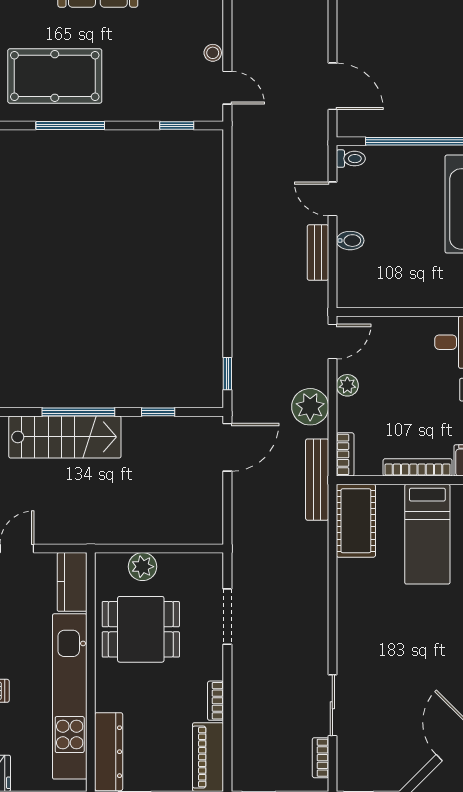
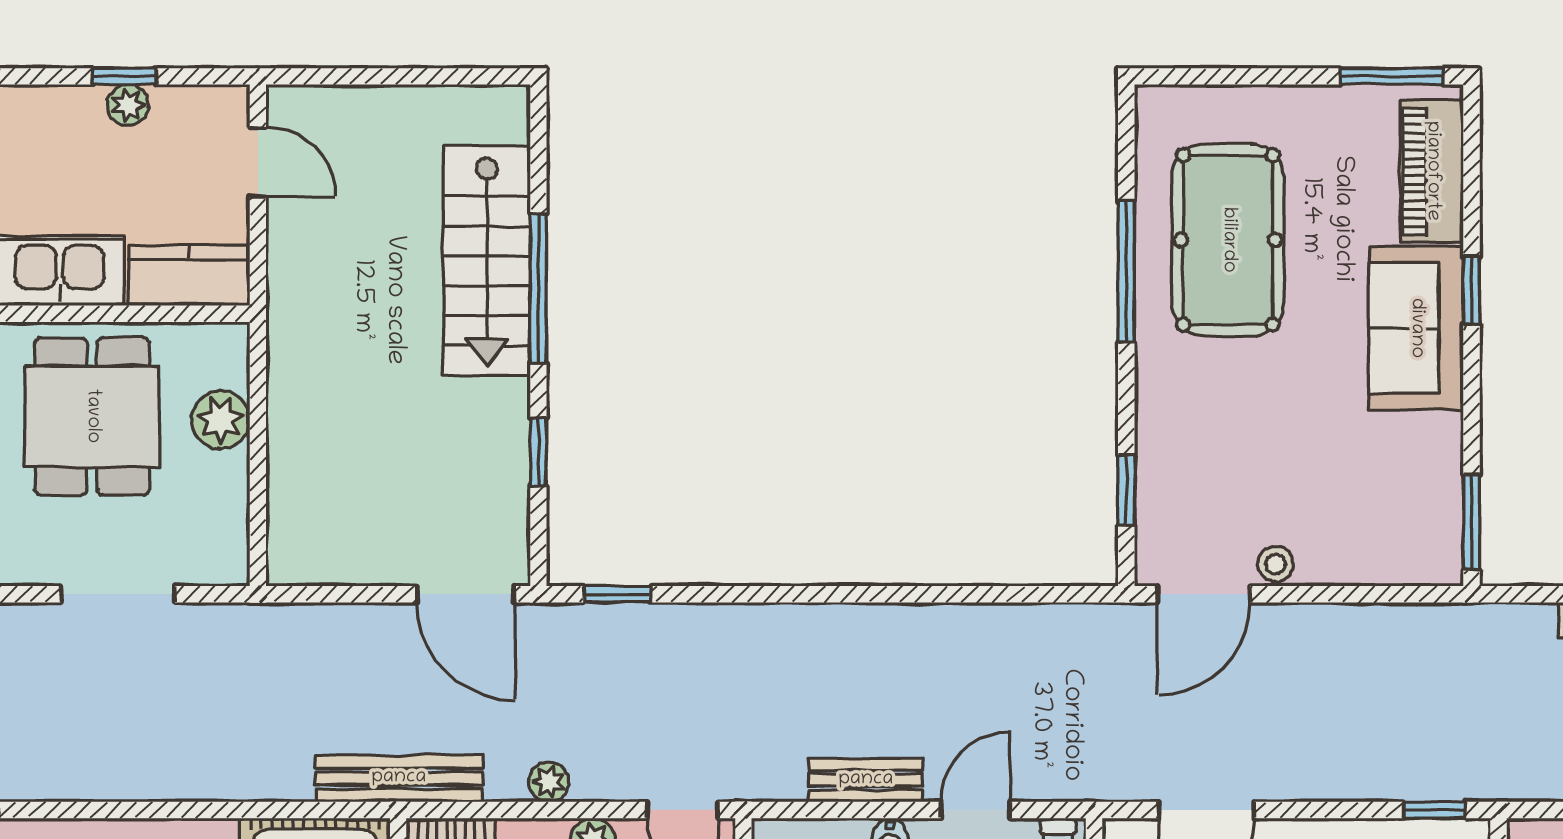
door: (227, 88) -> (1204, 594), width x1.38
plant: (310, 407) -> (549, 782), width x0.53, depth x0.53

